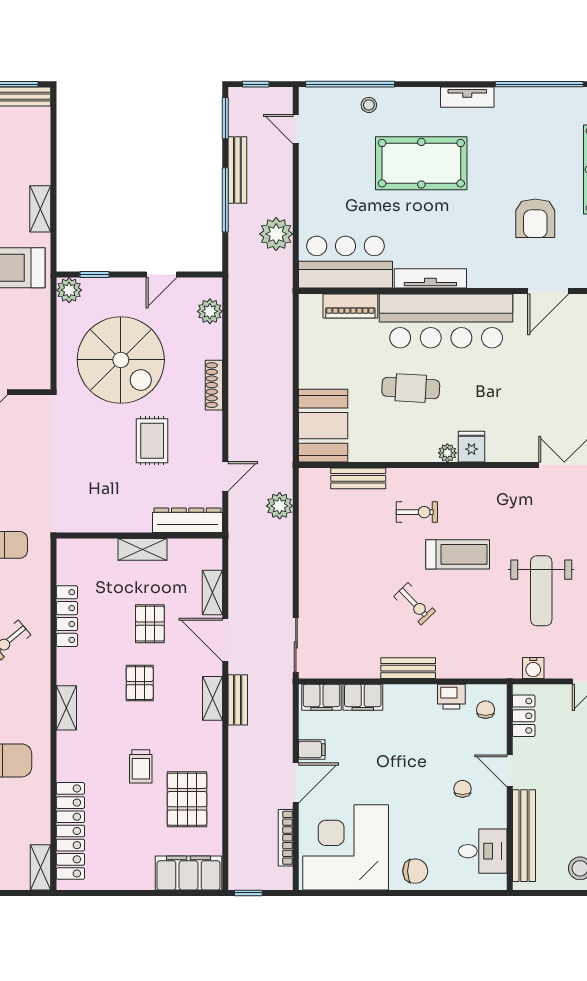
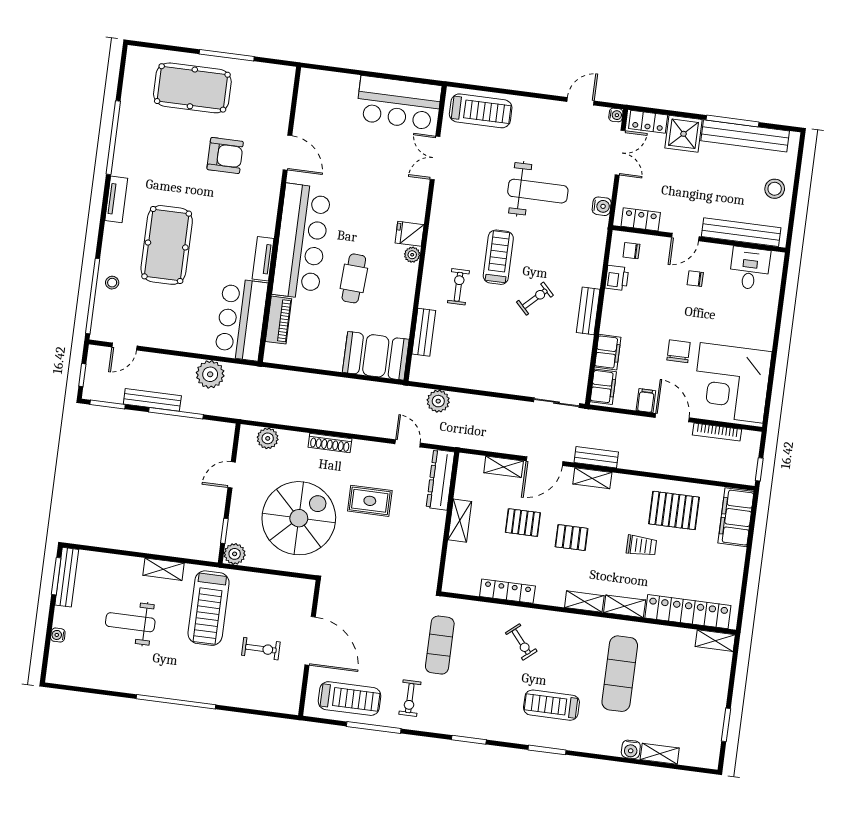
door: (161, 275) -> (232, 475), swing flipped
tv unit: (430, 278) -> (263, 259), width x0.71
shelving: (67, 756) -> (625, 606), added
chair: (415, 871) -> (679, 351), moved

